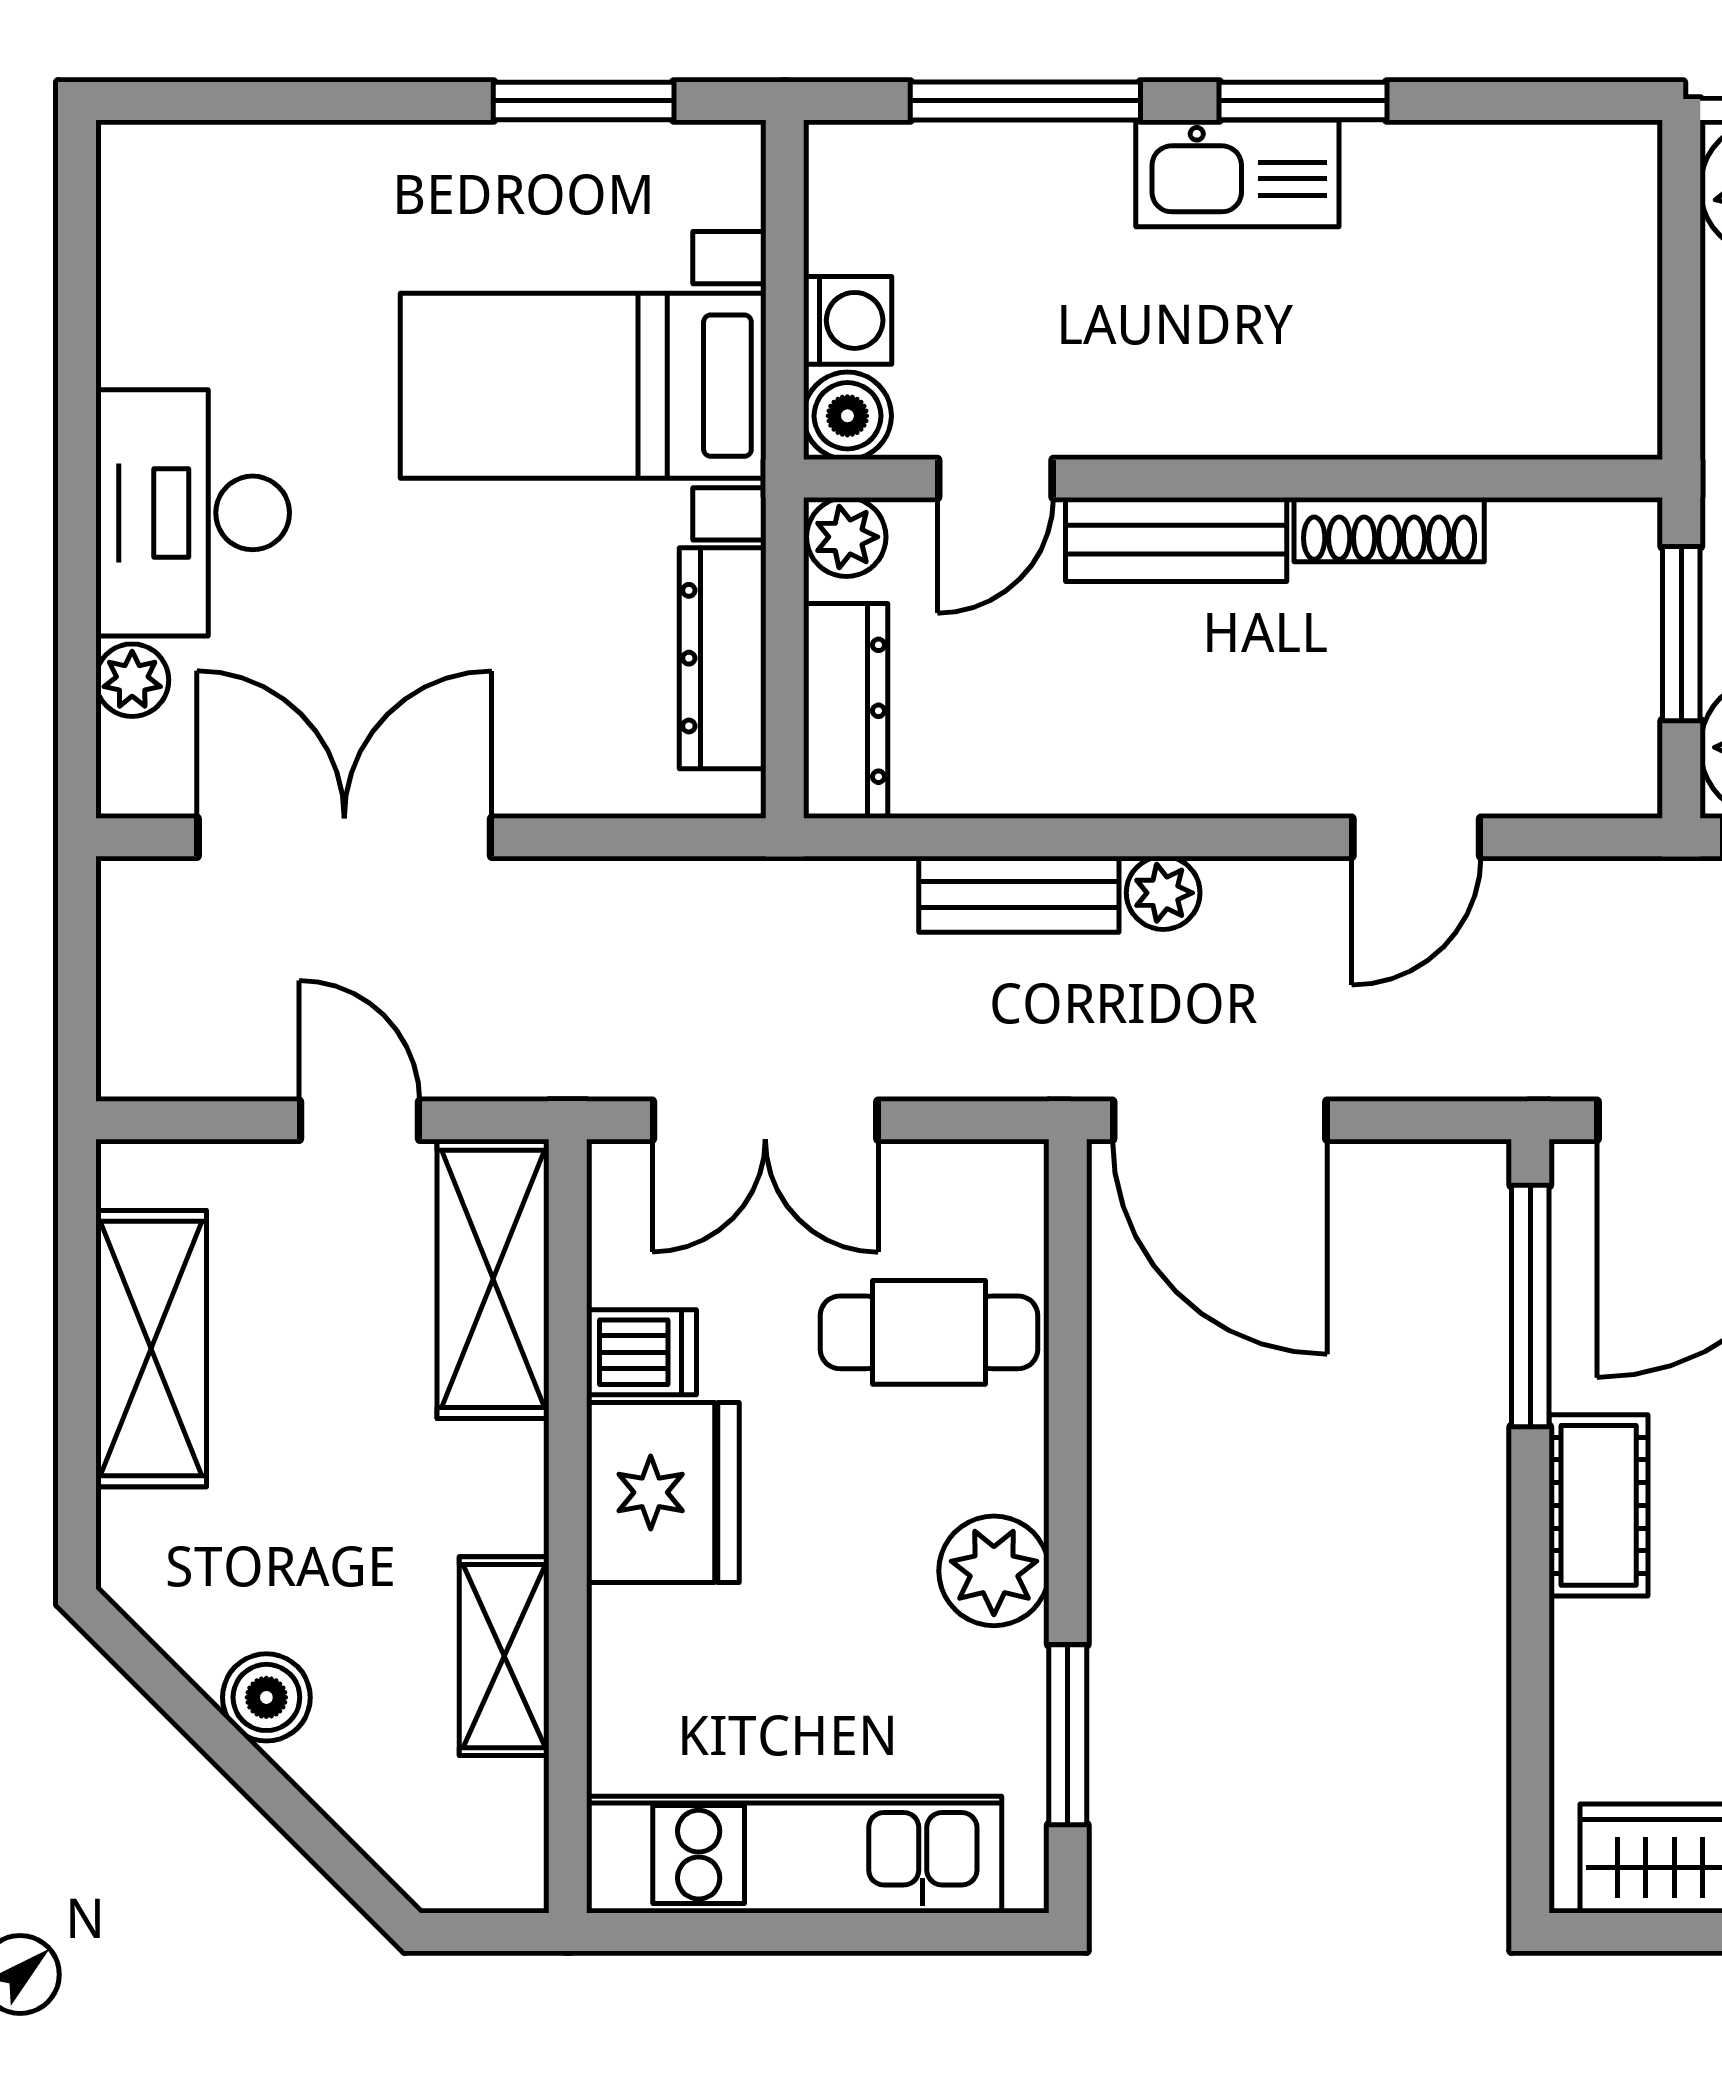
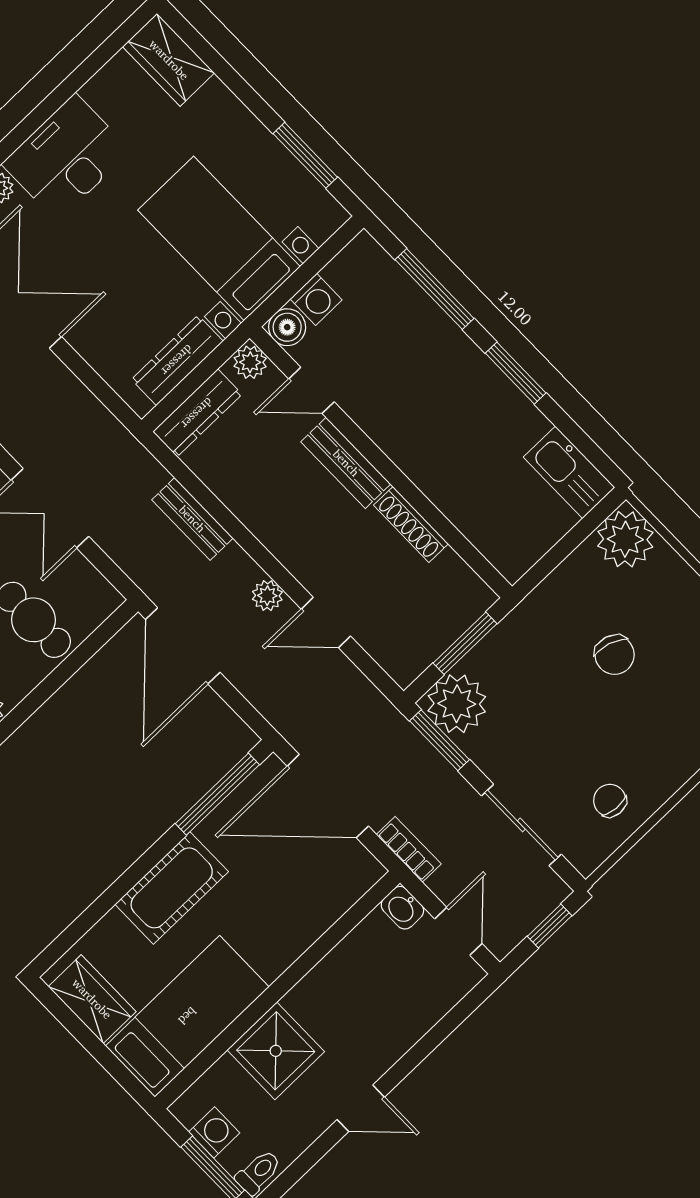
kitchen sink: (1237, 173) -> (569, 472), moved
wardrobe: (194, 177) -> (169, 60), added
plant: (1163, 893) -> (267, 596), moved
cot: (1599, 1505) -> (172, 888), width x1.37, depth x1.34

